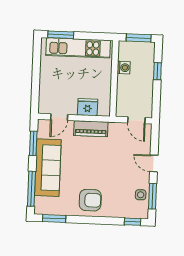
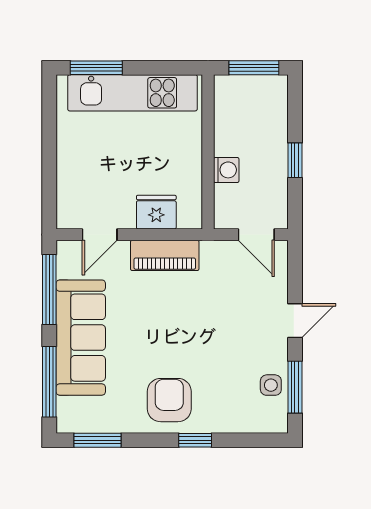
washing machine: (124, 68) -> (226, 170), moved
window: (157, 71) -> (295, 160), moved
window: (33, 143) -> (49, 290), width x1.44
door: (154, 163) -> (295, 321), swing flipped
armchair: (90, 200) -> (169, 400), turned -90
window: (133, 222) -> (195, 440), moved

